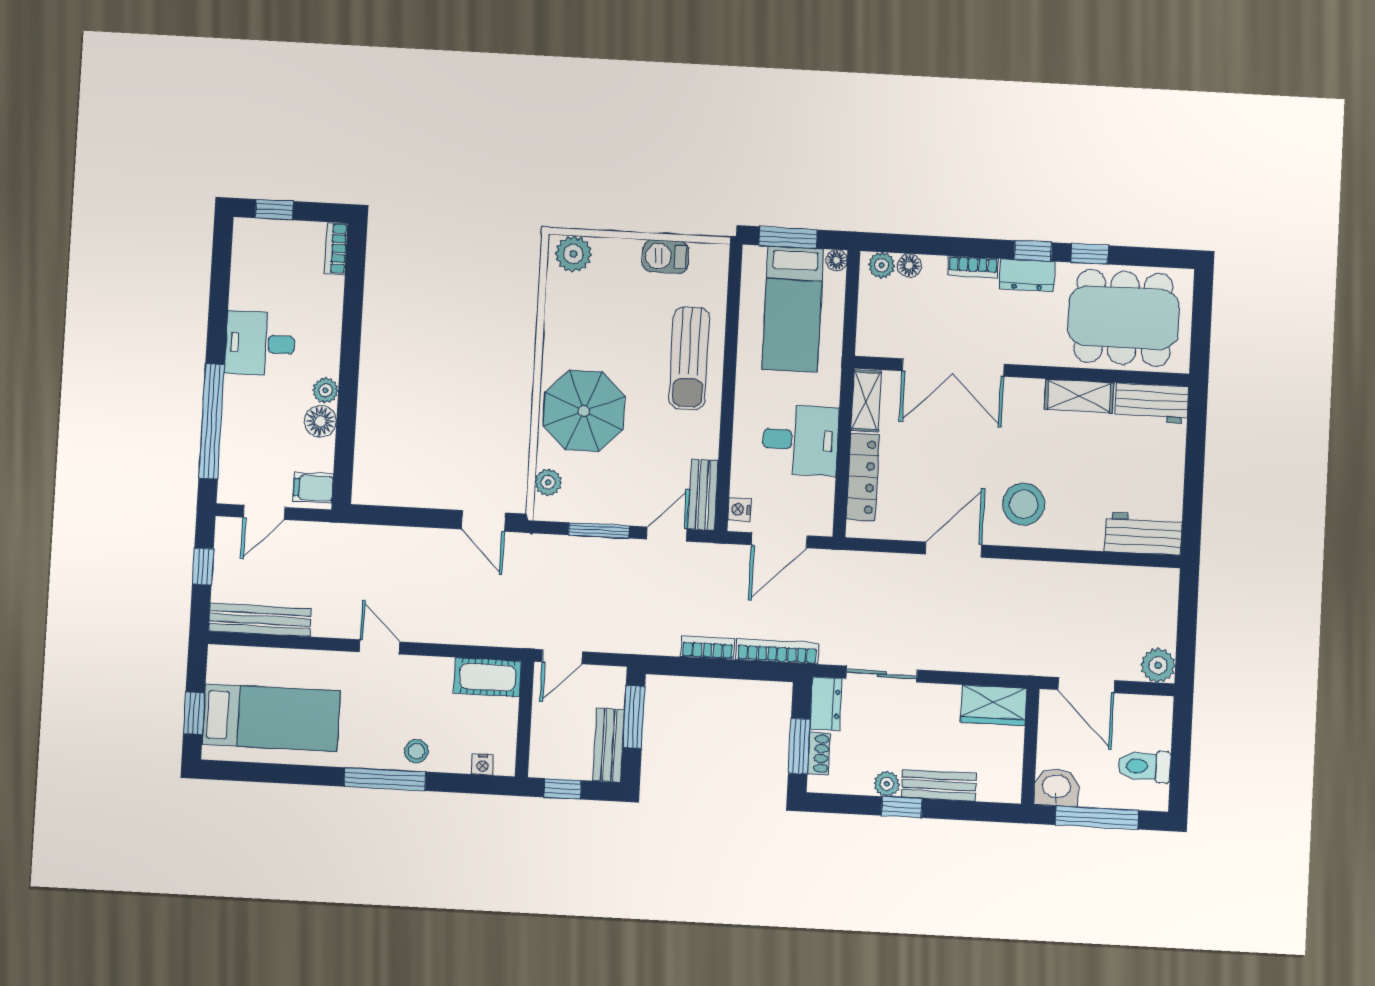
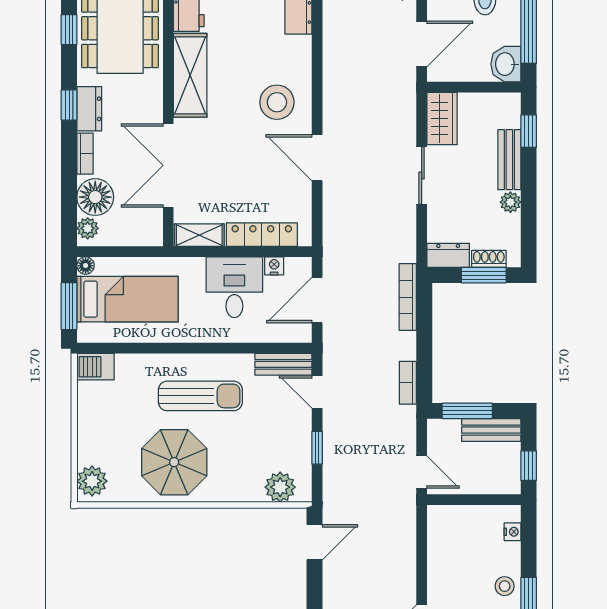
window: (1090, 254) -> (69, 30), moved
barbecue: (666, 257) -> (96, 367), moved, turned 90
floor lamp: (909, 265) -> (95, 197), width x1.89, depth x1.89
sun lounger: (689, 358) -> (200, 396), moved
double door: (953, 367) -> (168, 165), swing flipped
shelving: (1079, 396) -> (190, 75), width x1.50, depth x1.33
parasol: (584, 411) -> (174, 462), moved
plant: (548, 482) -> (280, 487), width x1.38, depth x1.38
nightstand: (739, 509) -> (274, 266), moved, turned 180
window: (599, 530) -> (317, 448), width x0.67
door: (779, 540) -> (317, 300), swing flipped
bookcase: (708, 648) -> (408, 383), moved
sliding door: (882, 674) -> (422, 176), moved
cot: (488, 677) -> (441, 532), removed
window: (902, 807) -> (529, 131), moved

